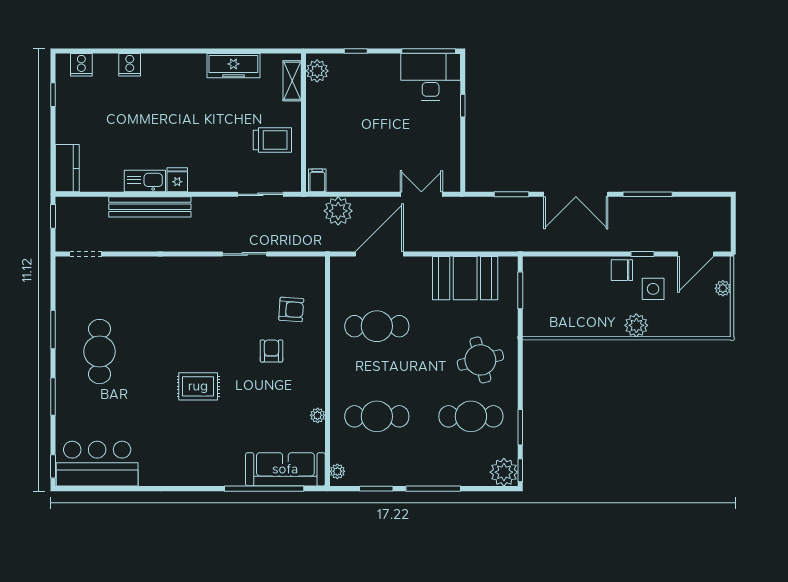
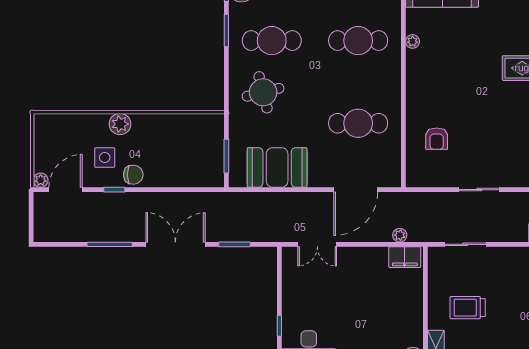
trolley: (272, 140) -> (468, 308), moved
filing cabinet: (317, 180) -> (405, 257), width x2.00
plant: (338, 211) -> (400, 235), width x0.53, depth x0.53
plant: (723, 288) -> (41, 180), moved
armchair: (291, 309) -> (437, 139), turned -94
armchair: (271, 351) -> (455, 101), removed

